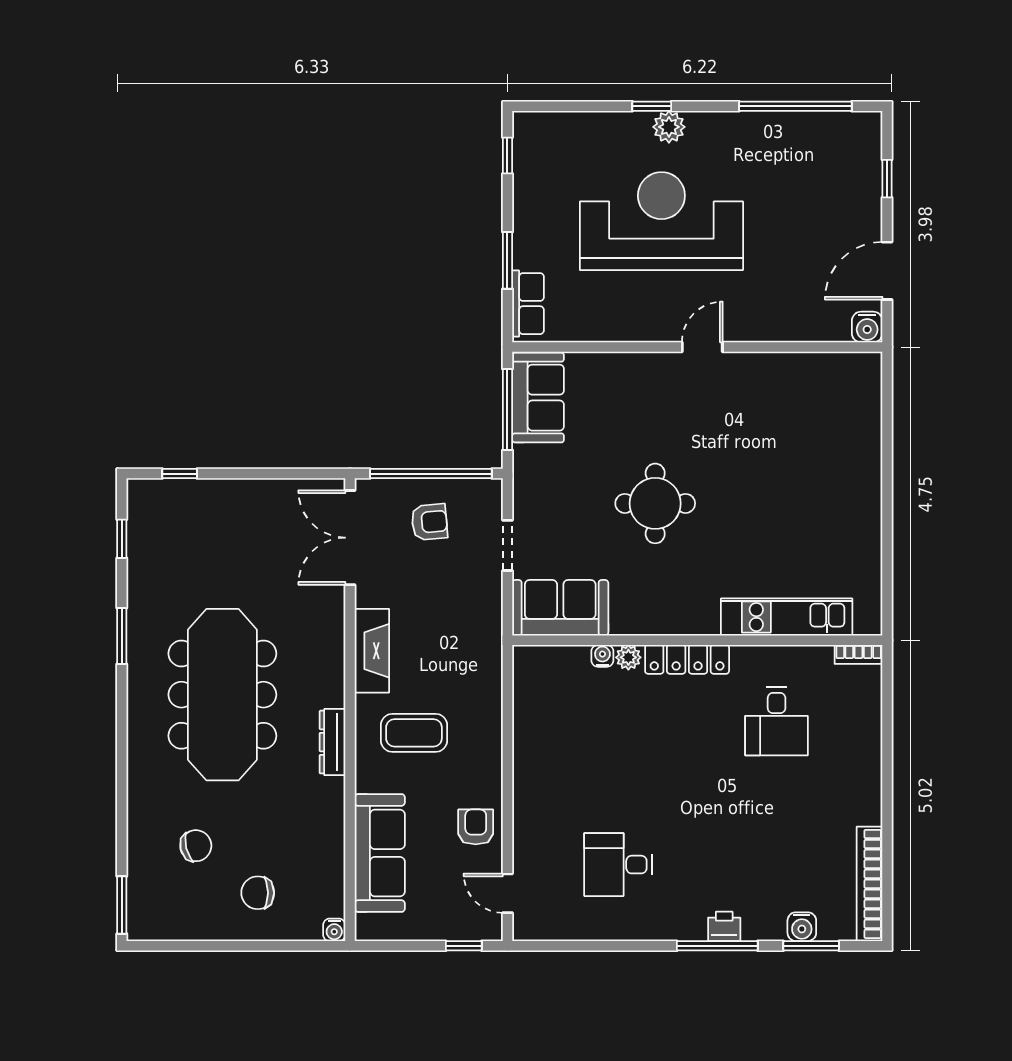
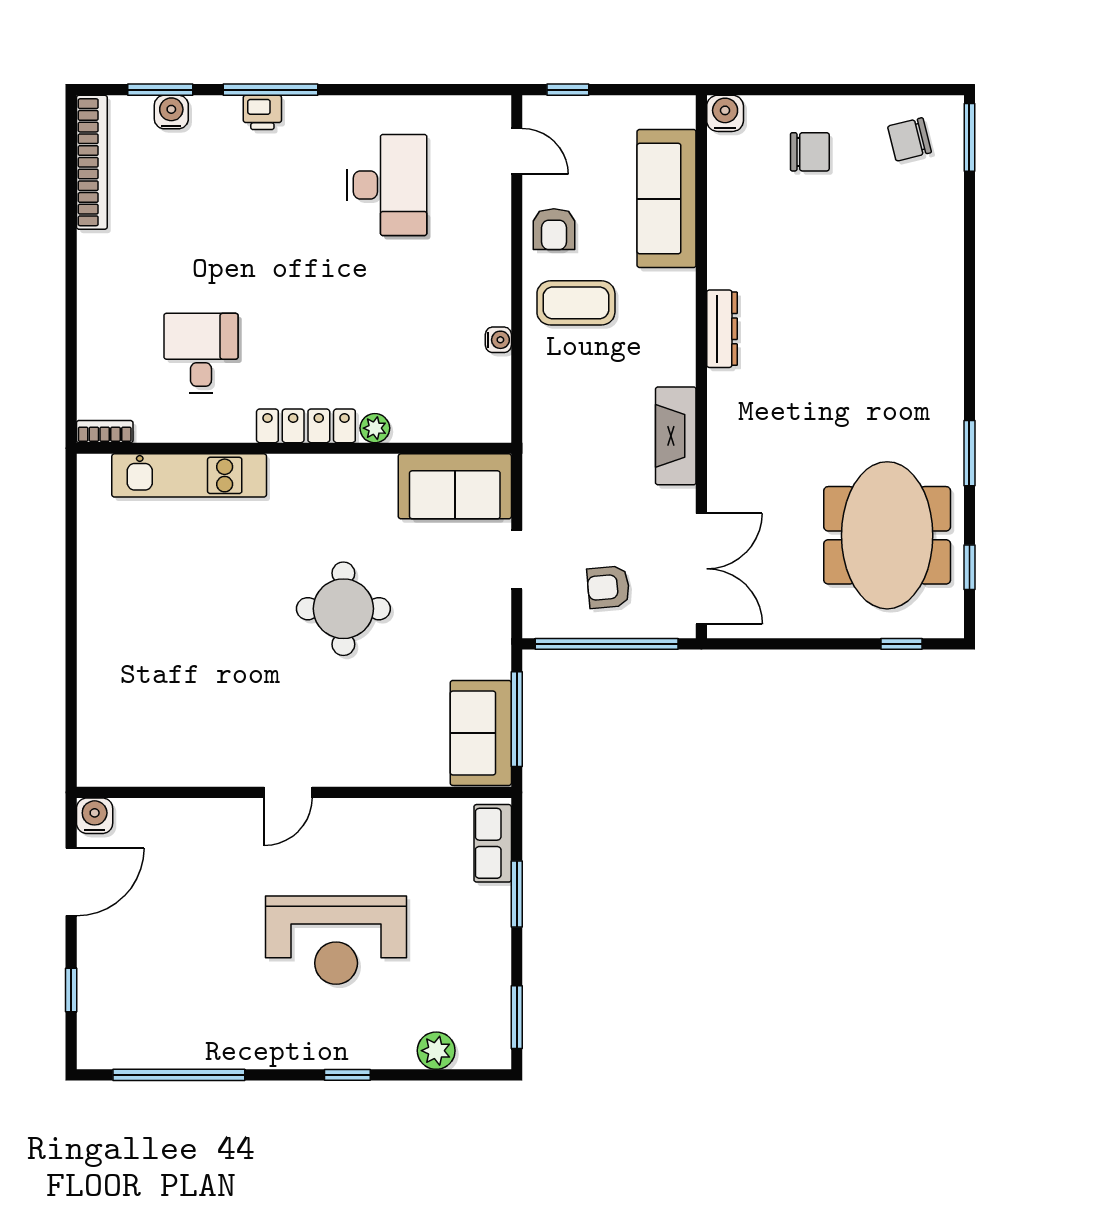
plant: (669, 127) -> (436, 1051), moved
window: (507, 156) -> (517, 1017), width x1.50
reception desk: (661, 221) -> (336, 940), width x0.74, depth x0.77
water cooler: (602, 656) -> (498, 340), moved, turned -90
meeting table: (222, 695) -> (887, 535), moved, width x0.73
coffee table: (414, 733) -> (576, 303), moved
chair: (196, 846) -> (909, 139), moved
desk: (618, 865) -> (387, 185), width x1.37
water cooler: (334, 930) -> (725, 113), width x1.38, depth x1.38

